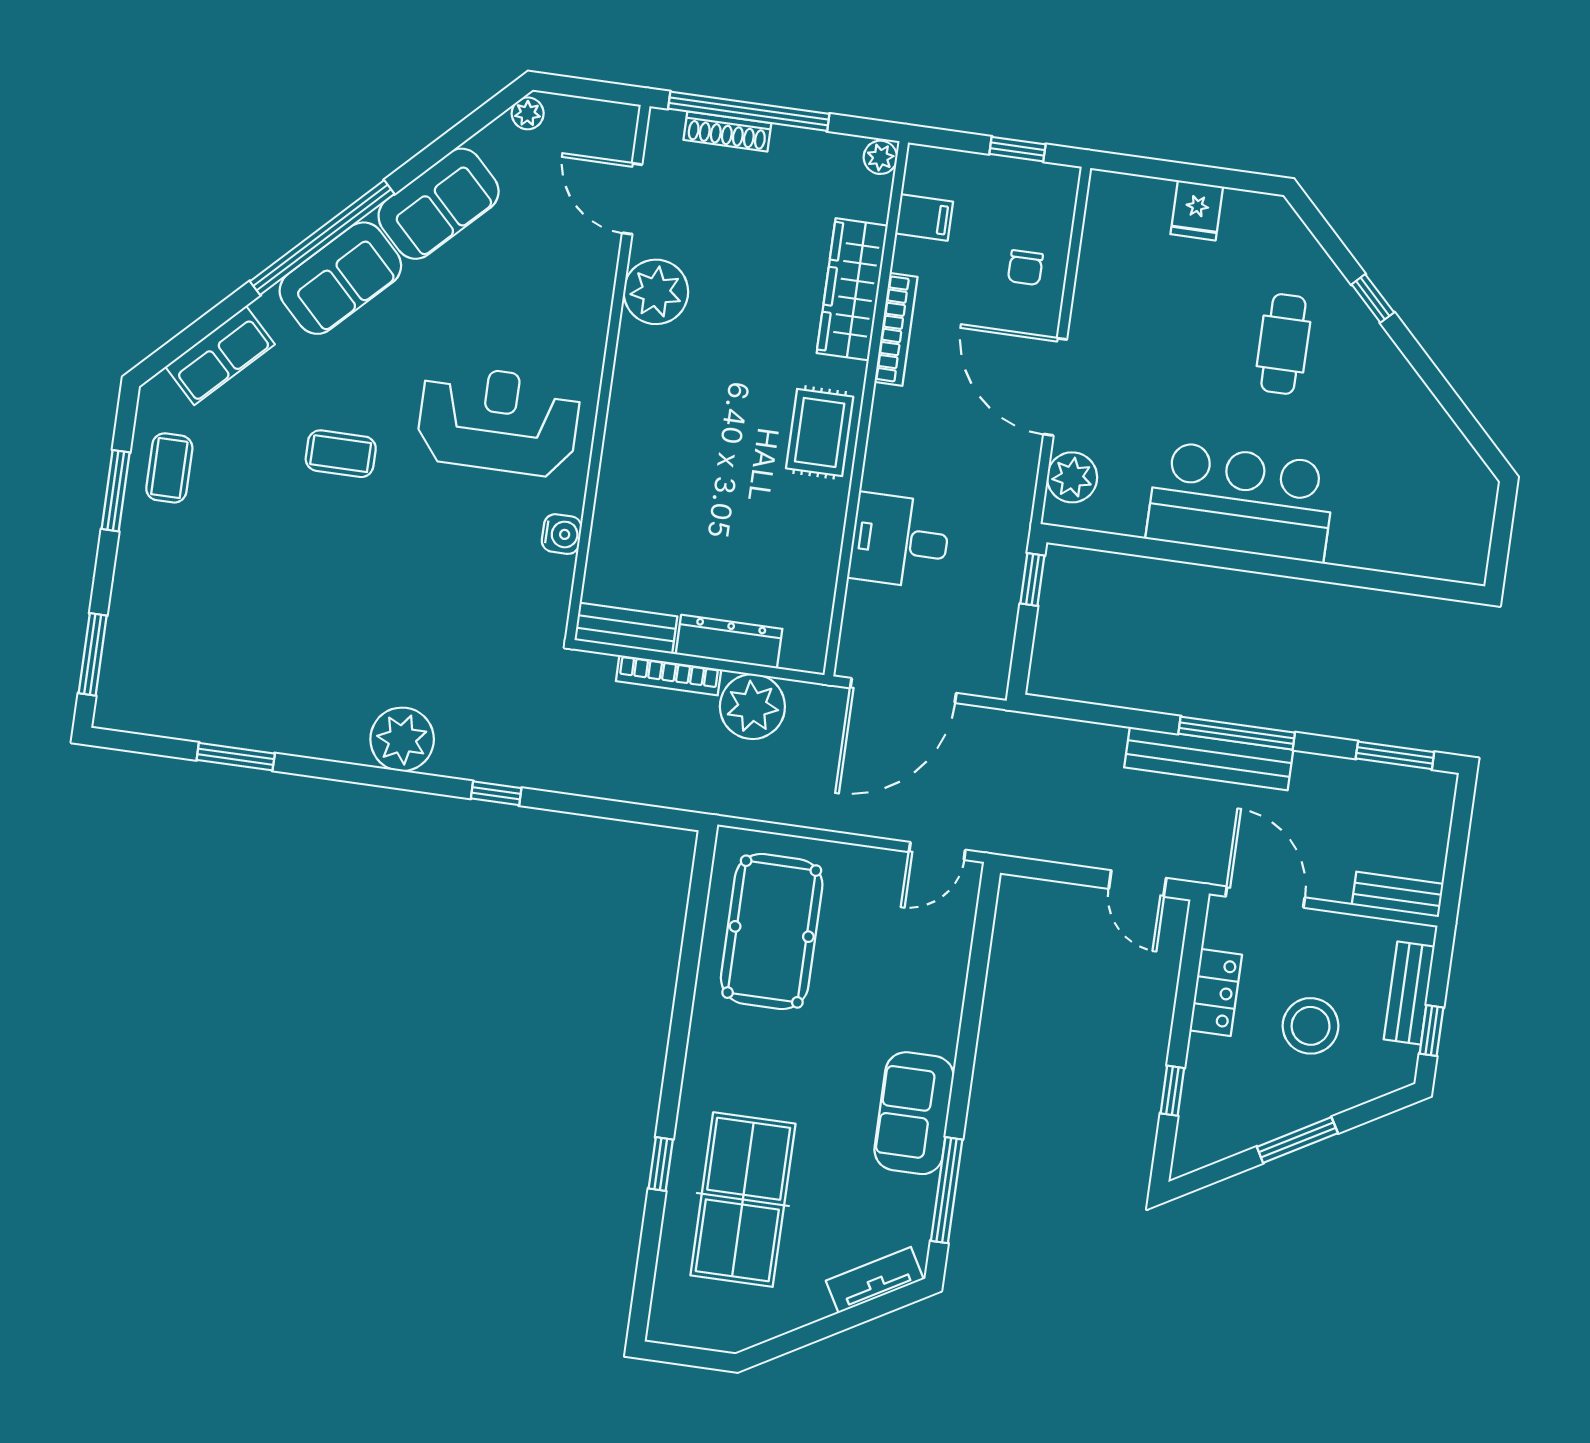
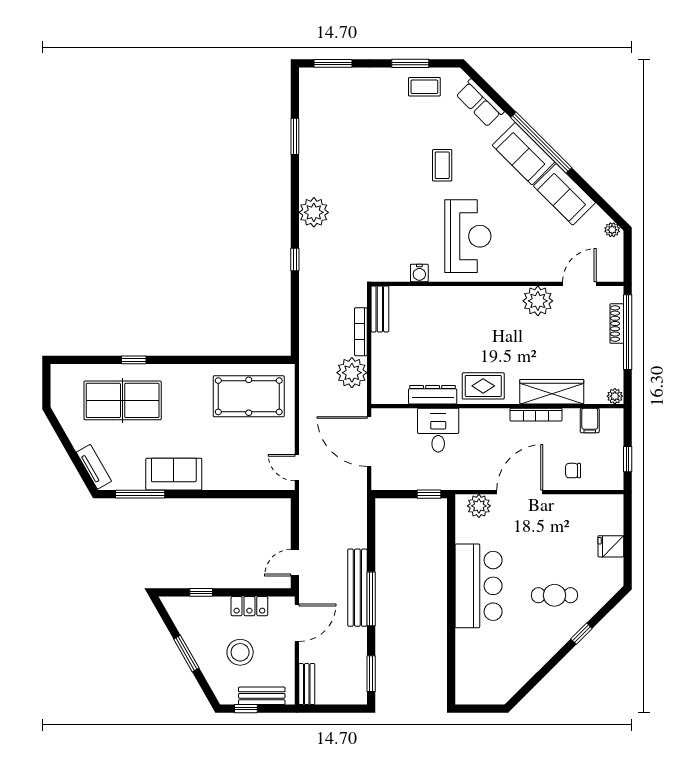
dresser: (729, 642) -> (433, 395), moved, turned -90

